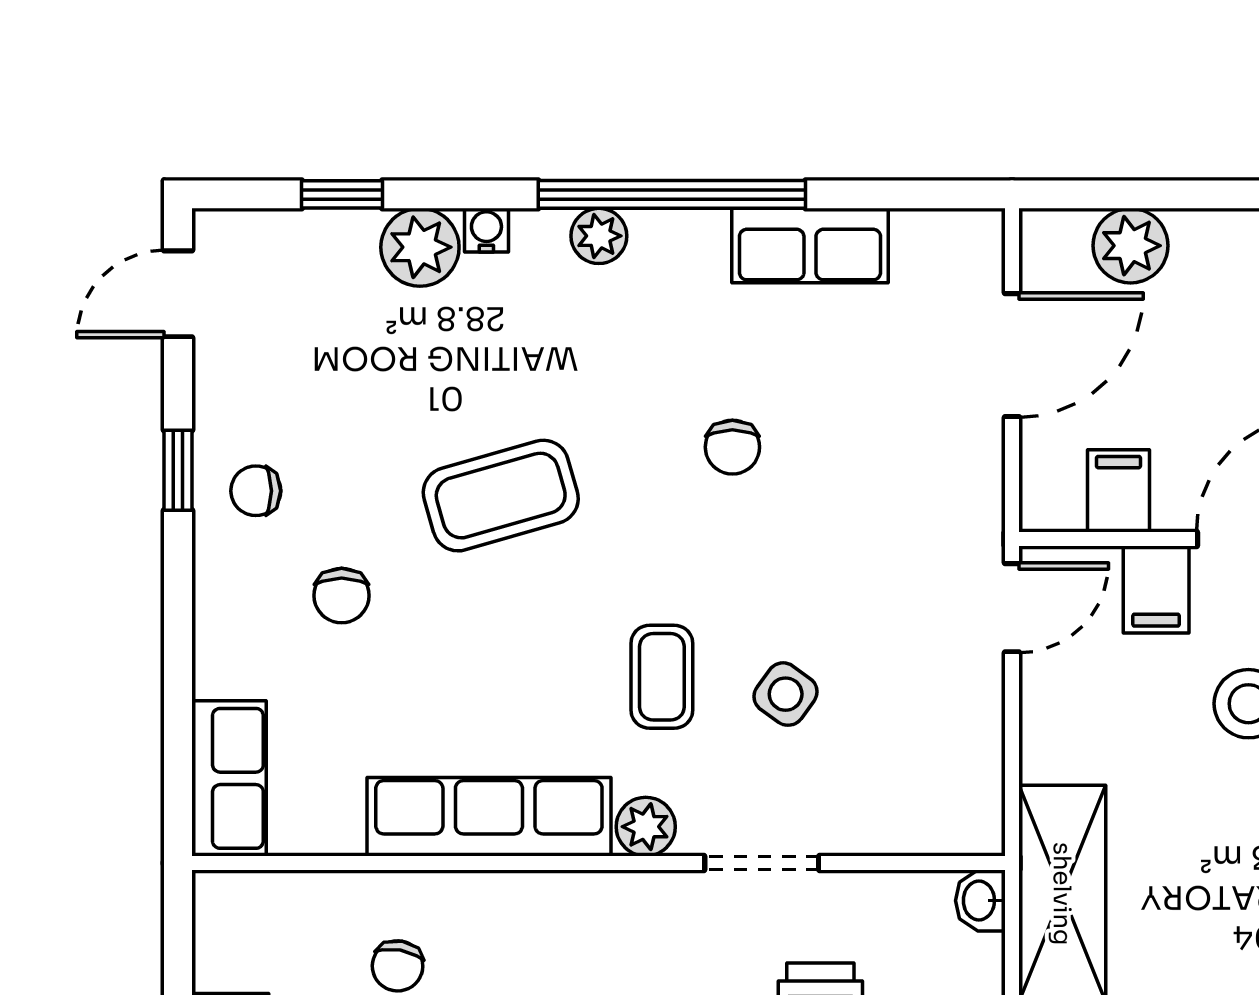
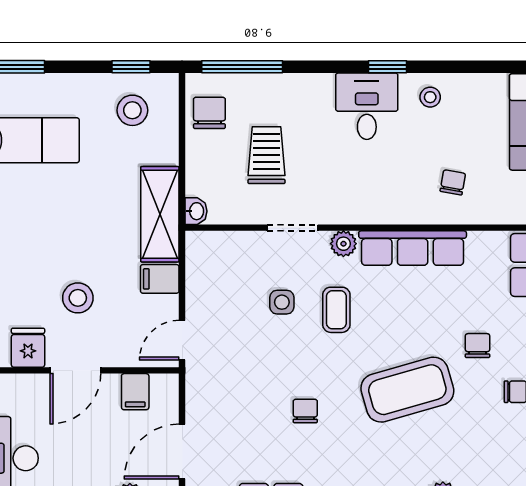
coffee table: (501, 496) -> (407, 390), width x1.36, depth x1.32
filing cabinet: (1156, 590) -> (160, 279), moved, turned -90
side table: (786, 694) -> (282, 302), turned -36

